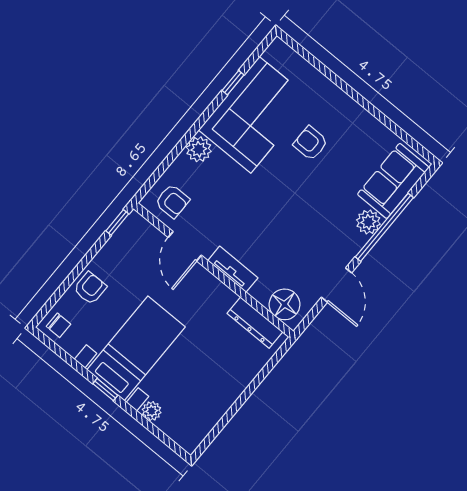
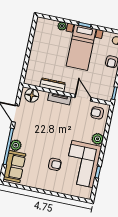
dresser: (255, 323) -> (53, 85), moved

